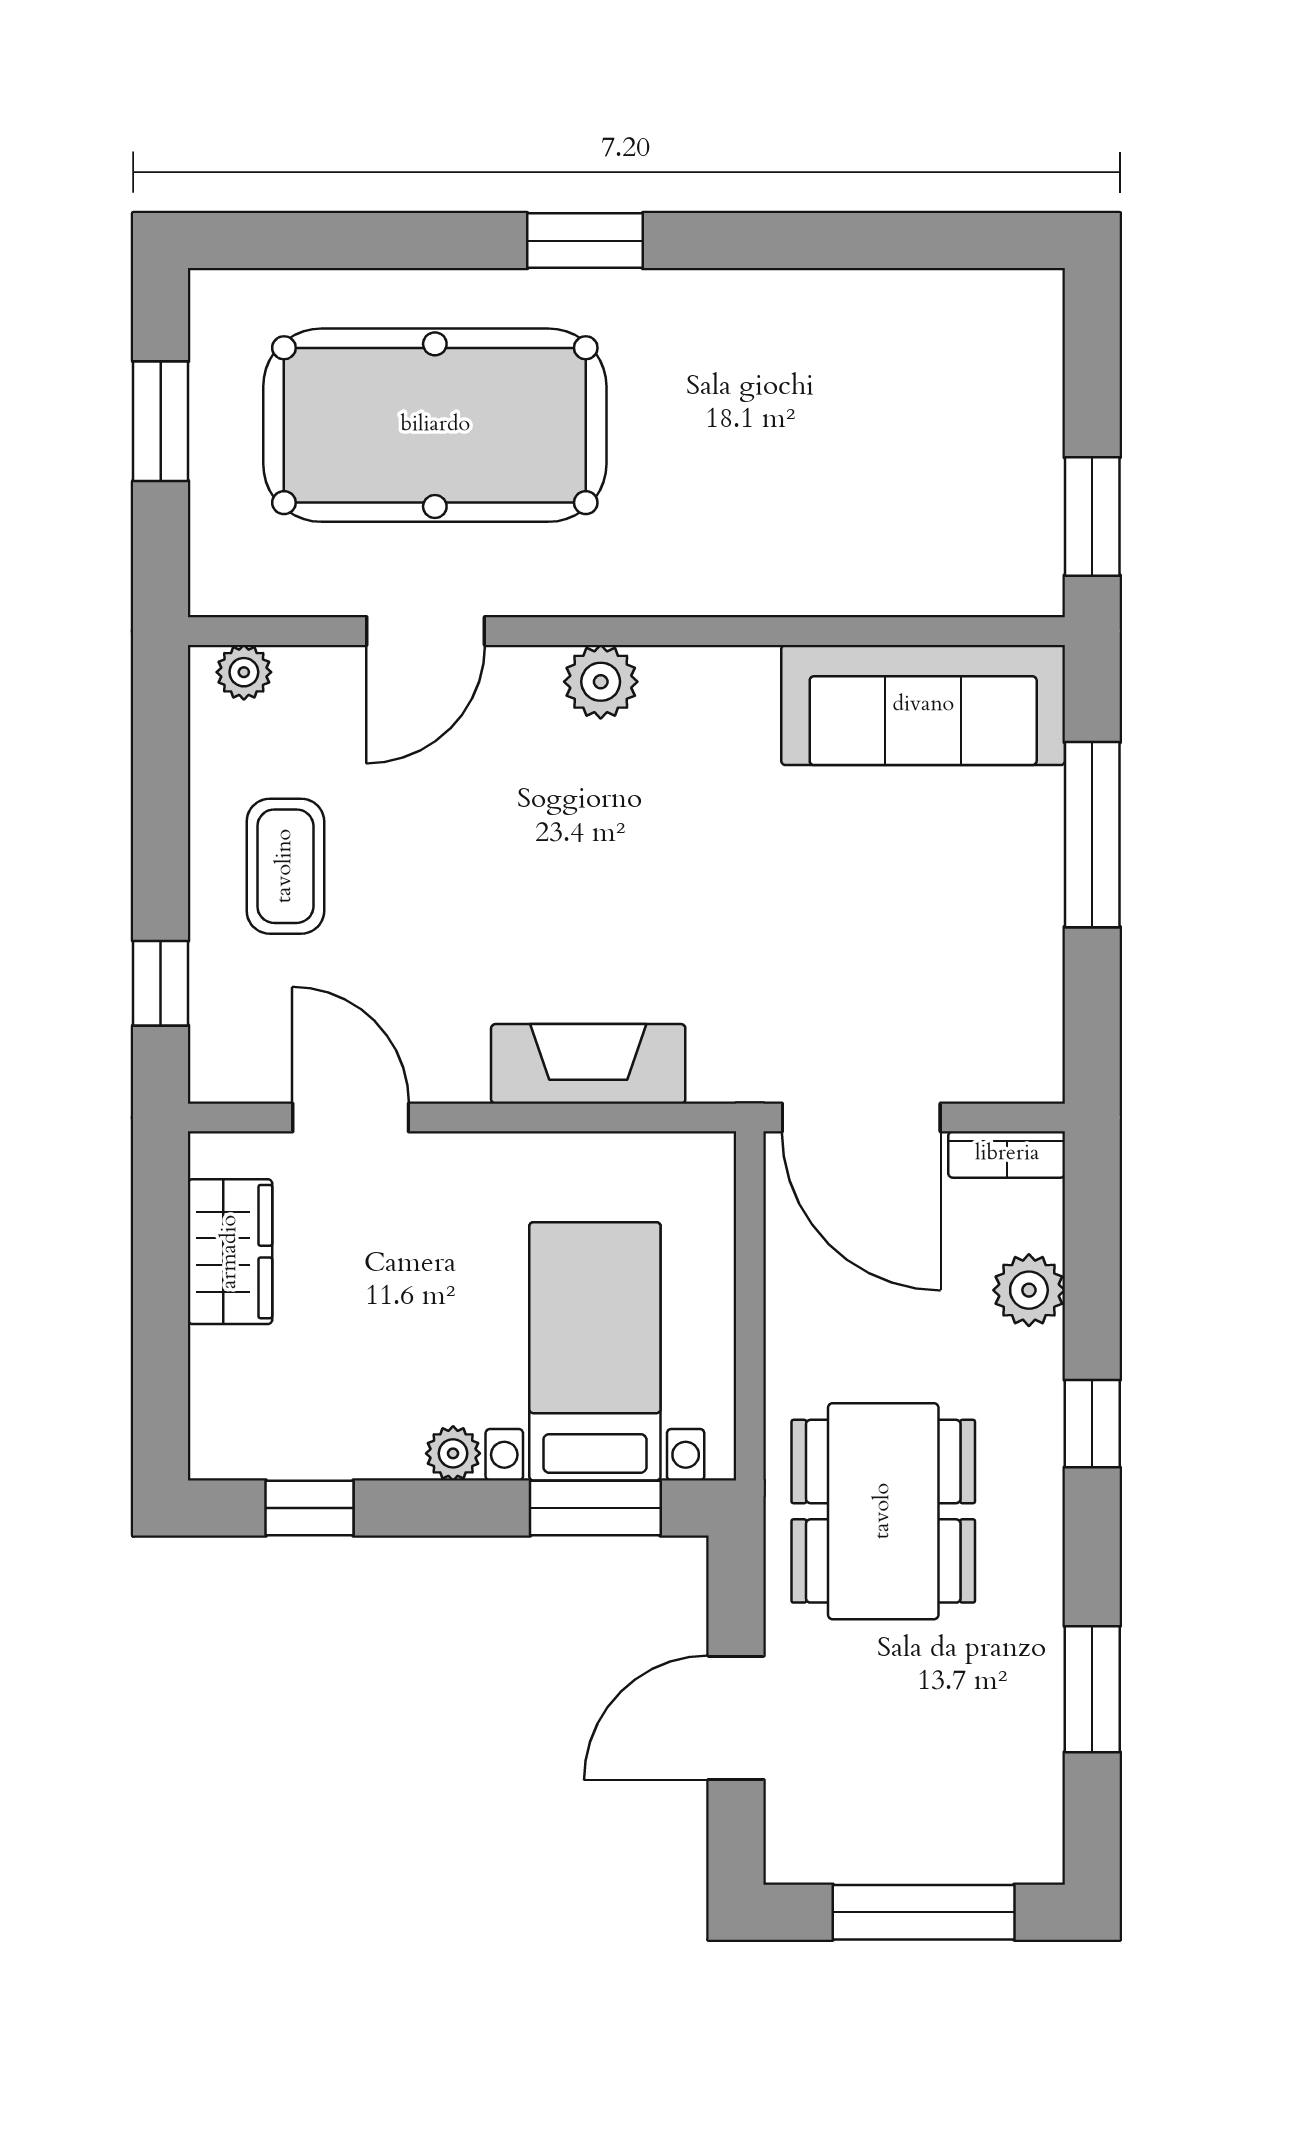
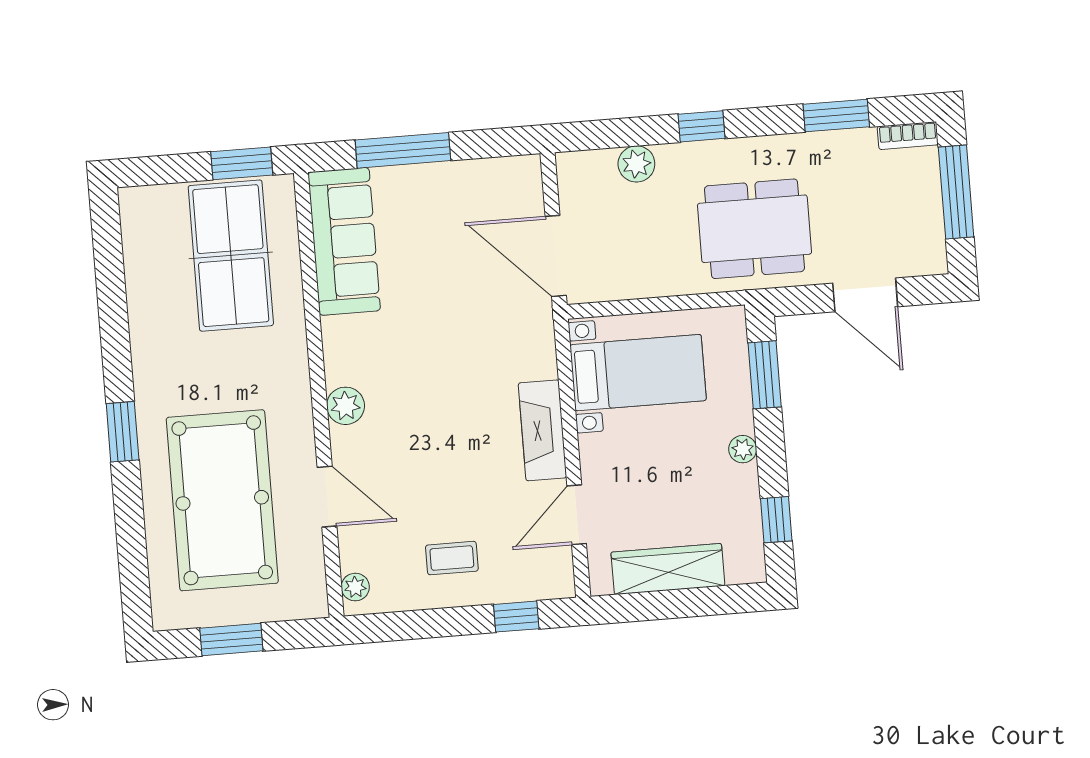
table tennis table: (913, 481) -> (231, 256), added
coffee table: (285, 866) -> (452, 558), width x0.73, depth x0.77
fireplace: (588, 1064) -> (542, 430), moved
door: (861, 1117) -> (556, 256), swing flipped
bookcase: (1007, 1154) -> (908, 136), moved, turned 90
wardrobe: (230, 1252) -> (668, 569), width x1.50
bed with nightstands: (595, 1351) -> (638, 373), moved, turned 180

